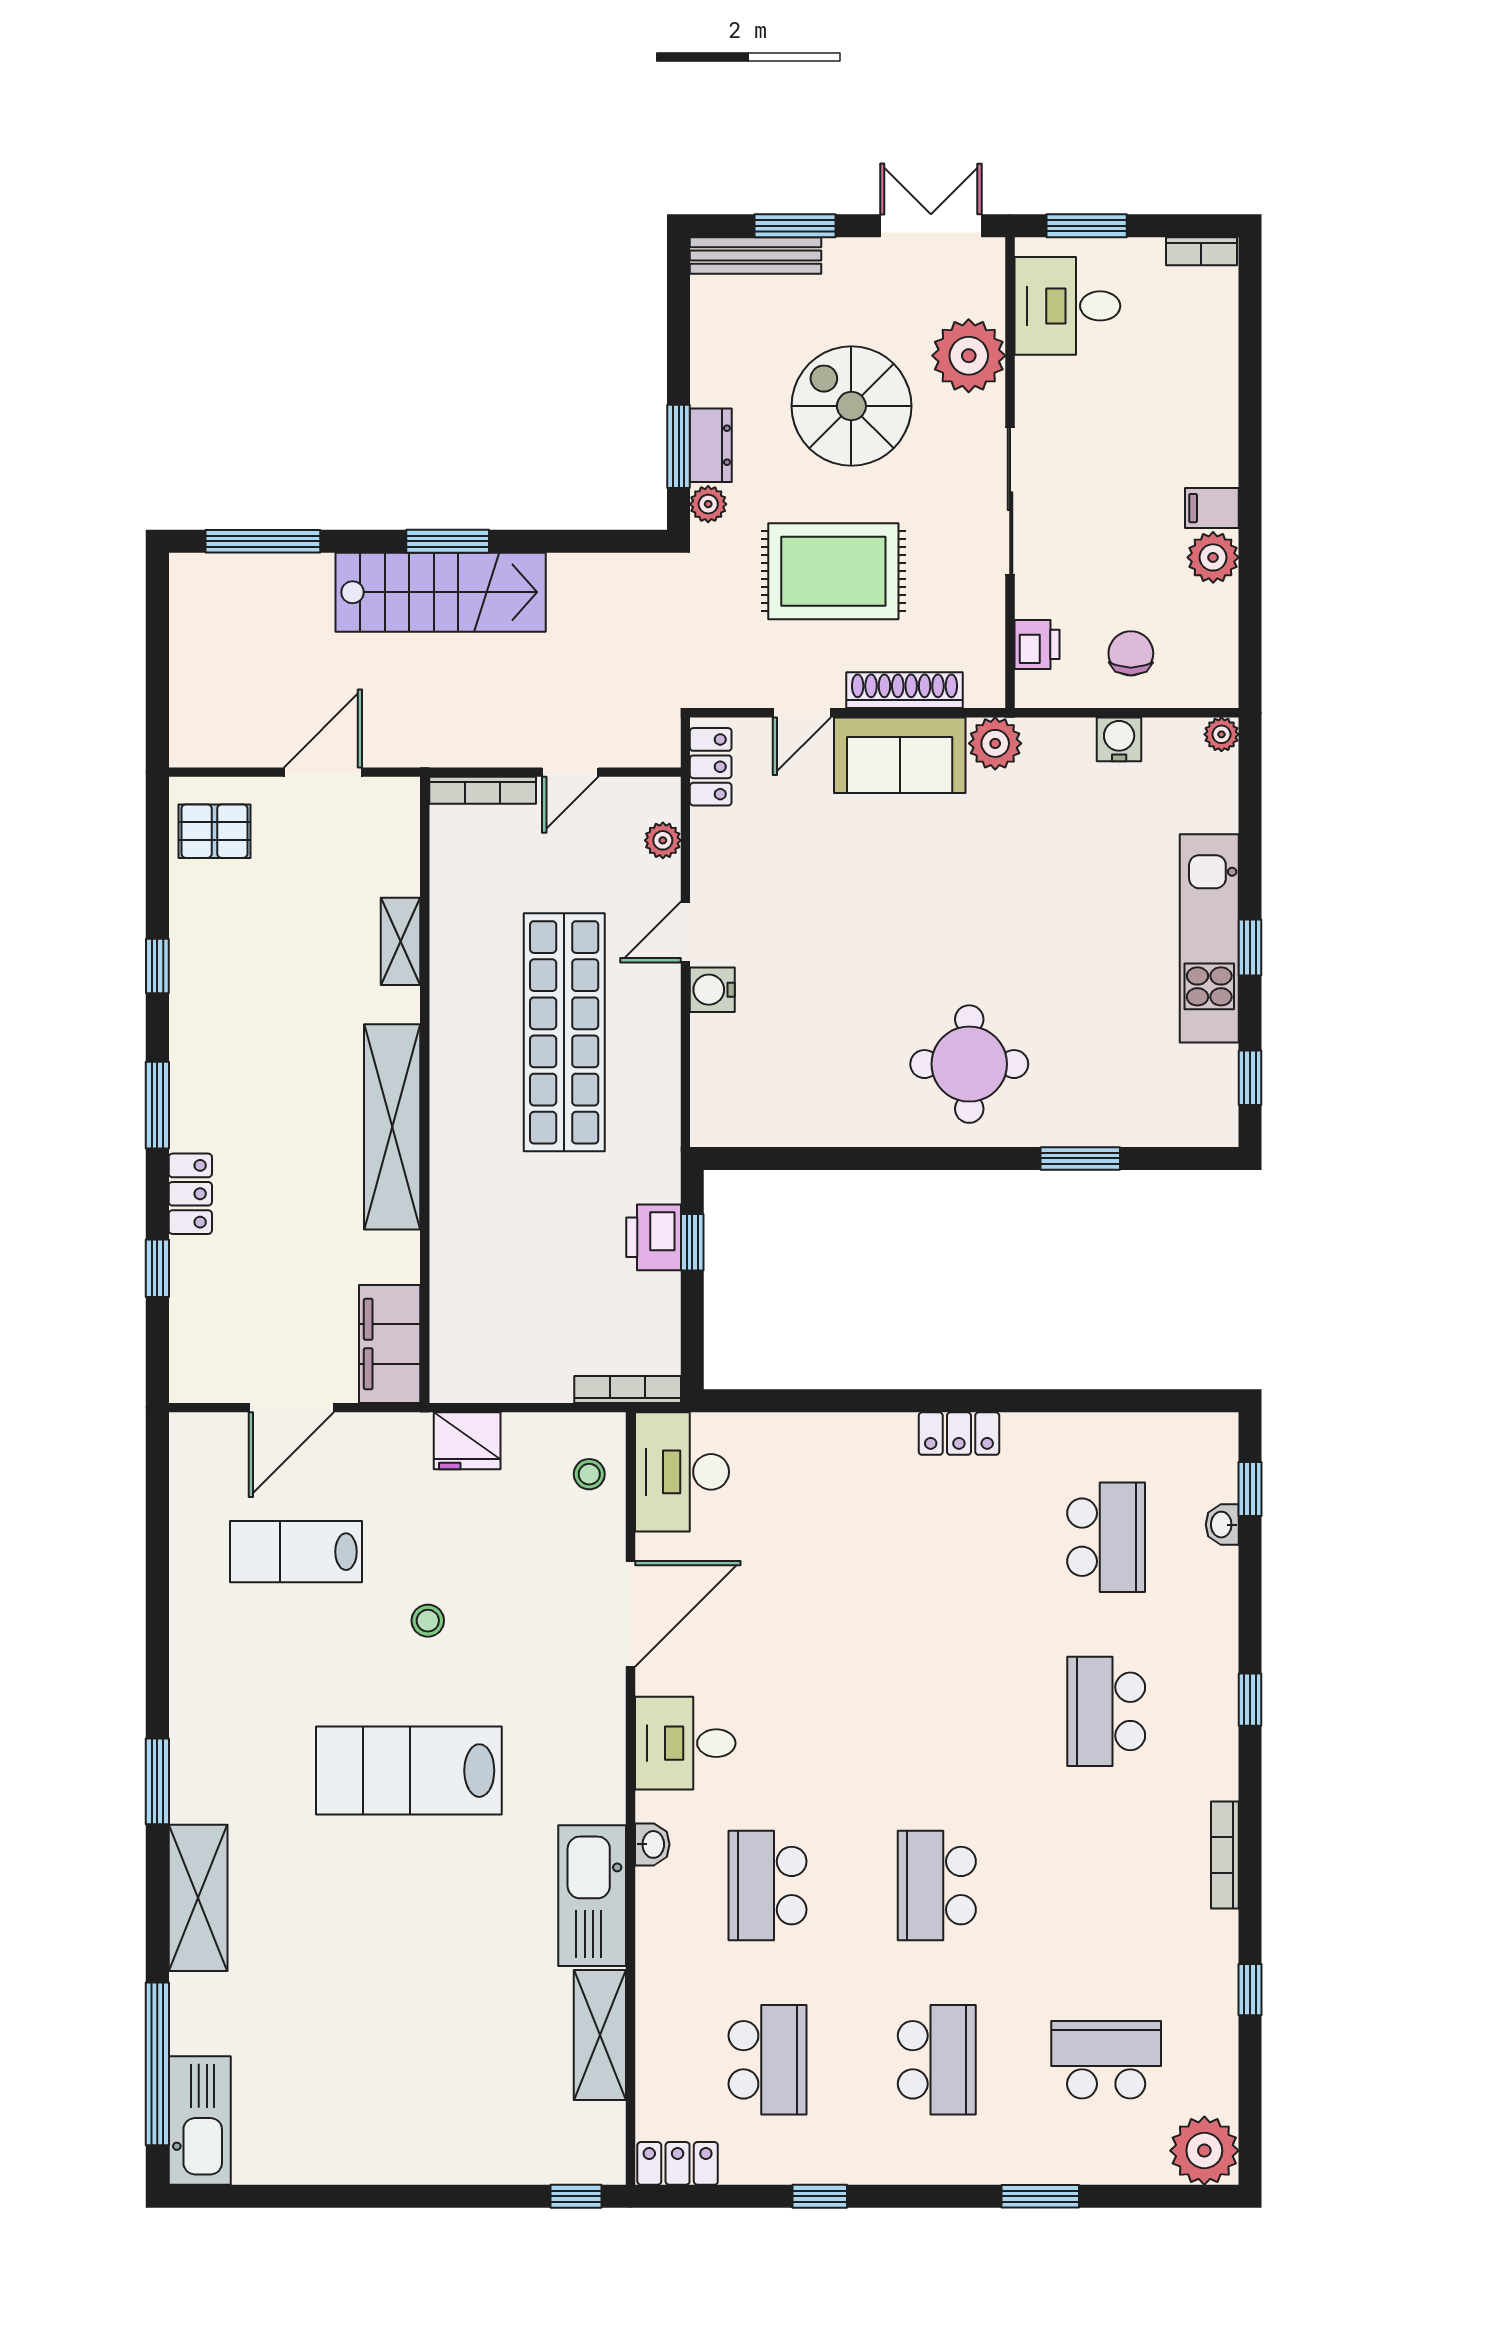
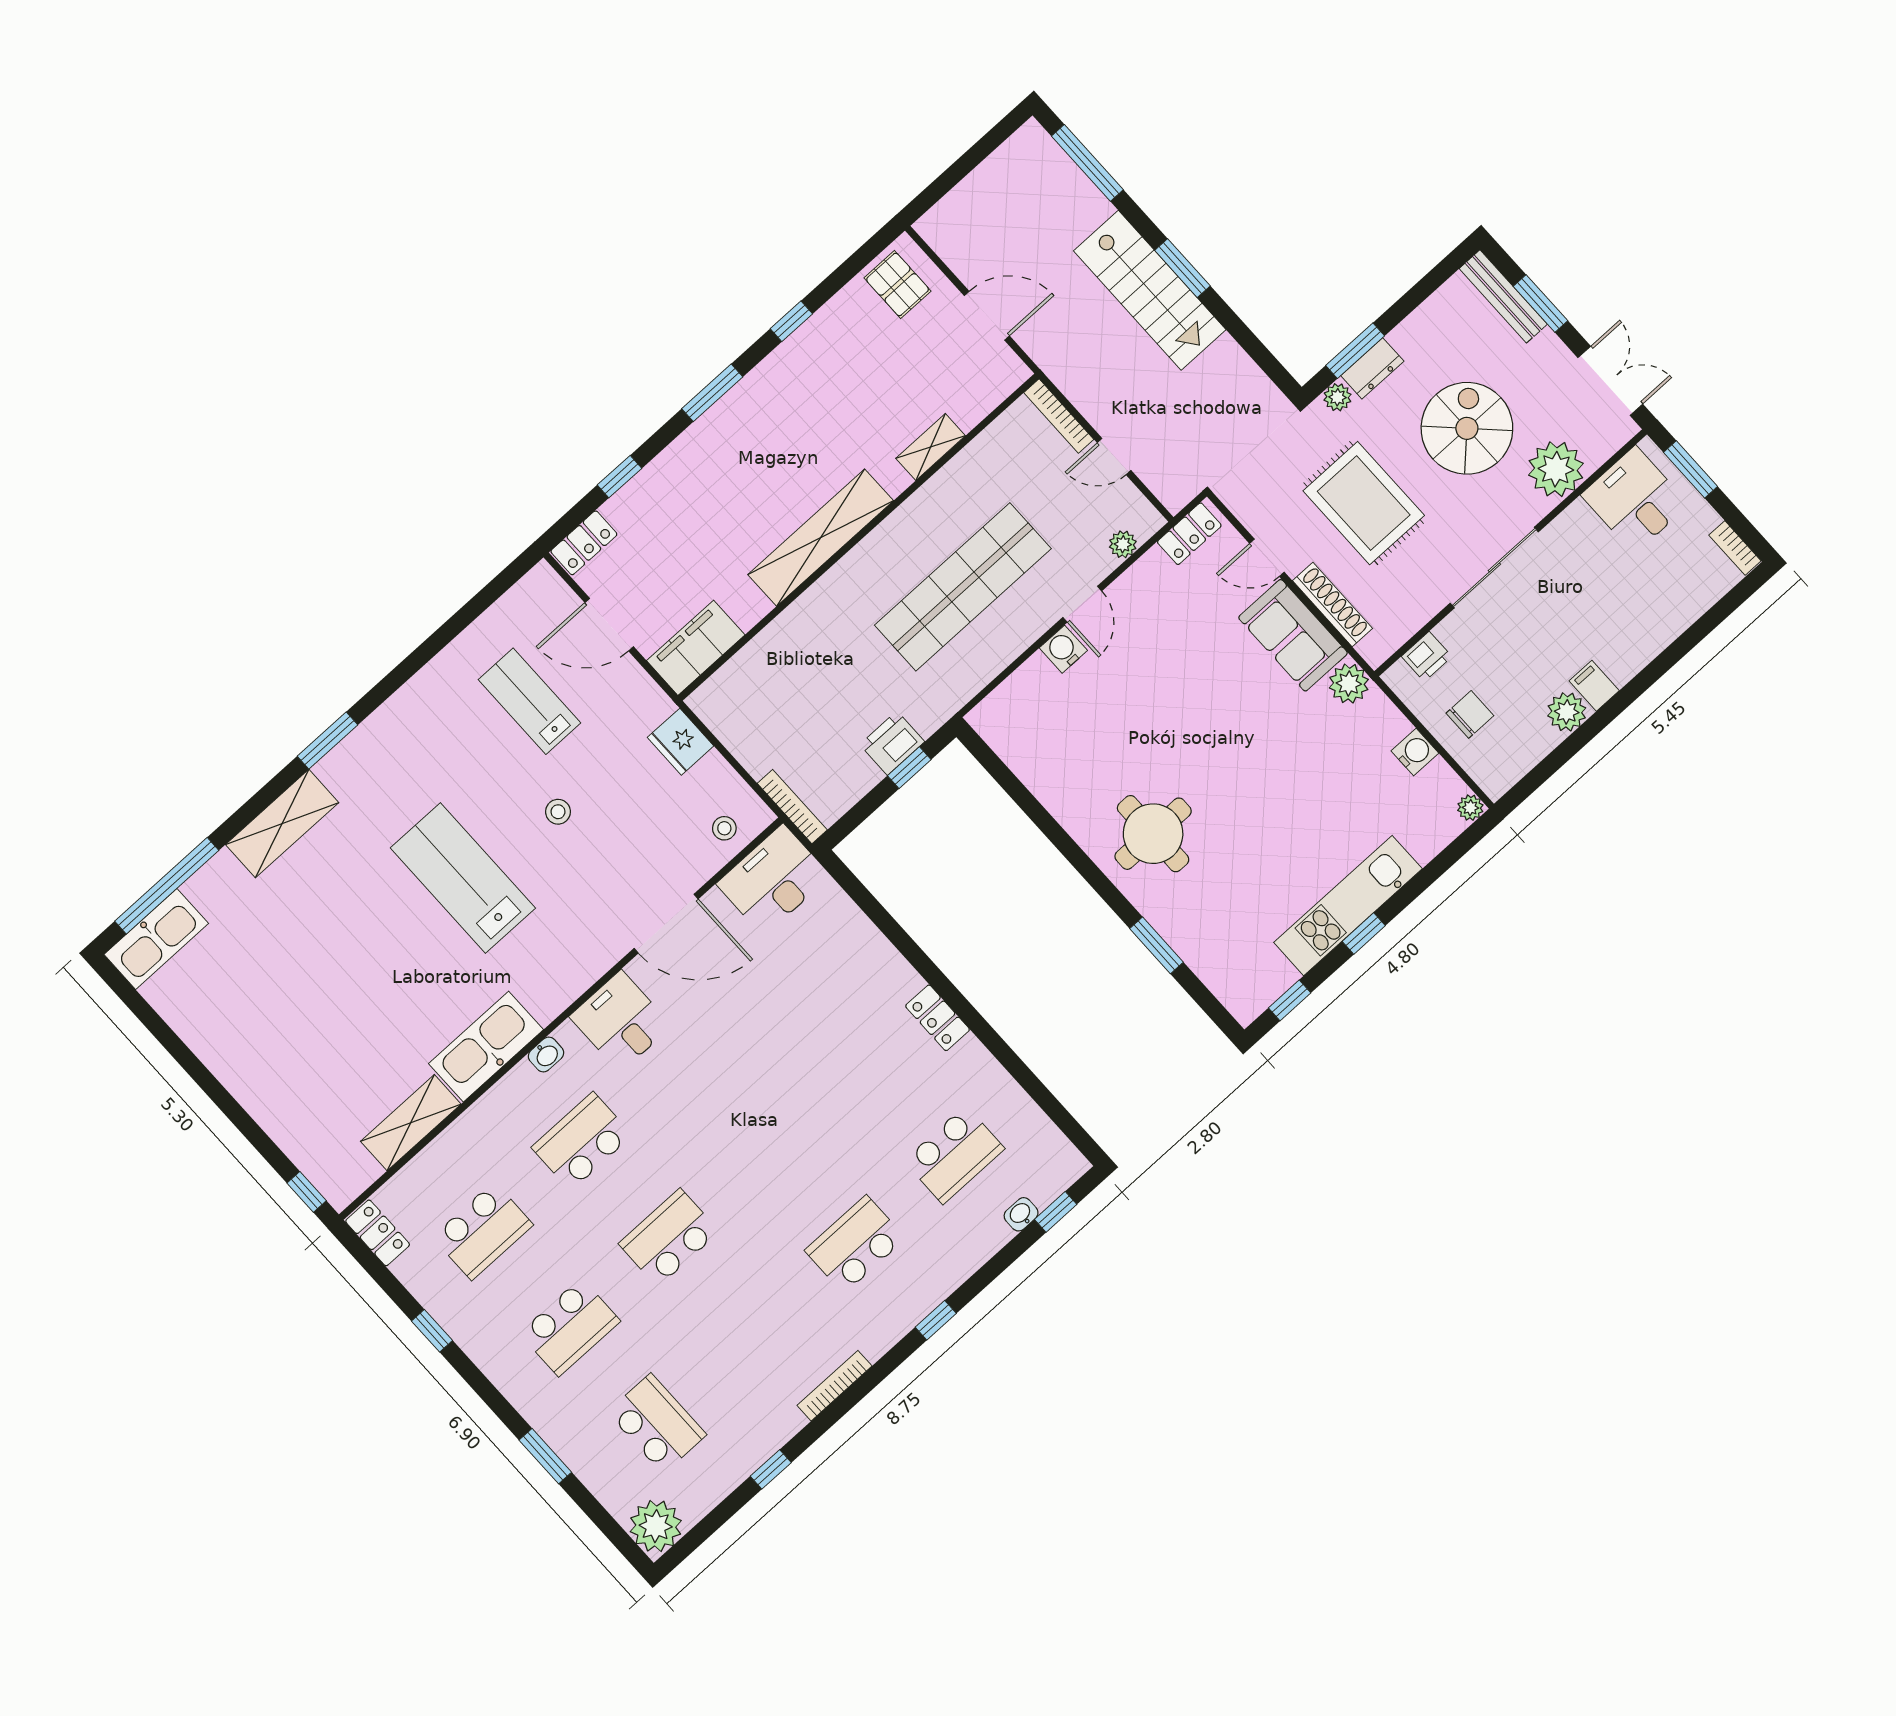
door: (685, 932) -> (1082, 604), swing flipped
locker: (190, 1194) -> (584, 543), moved

